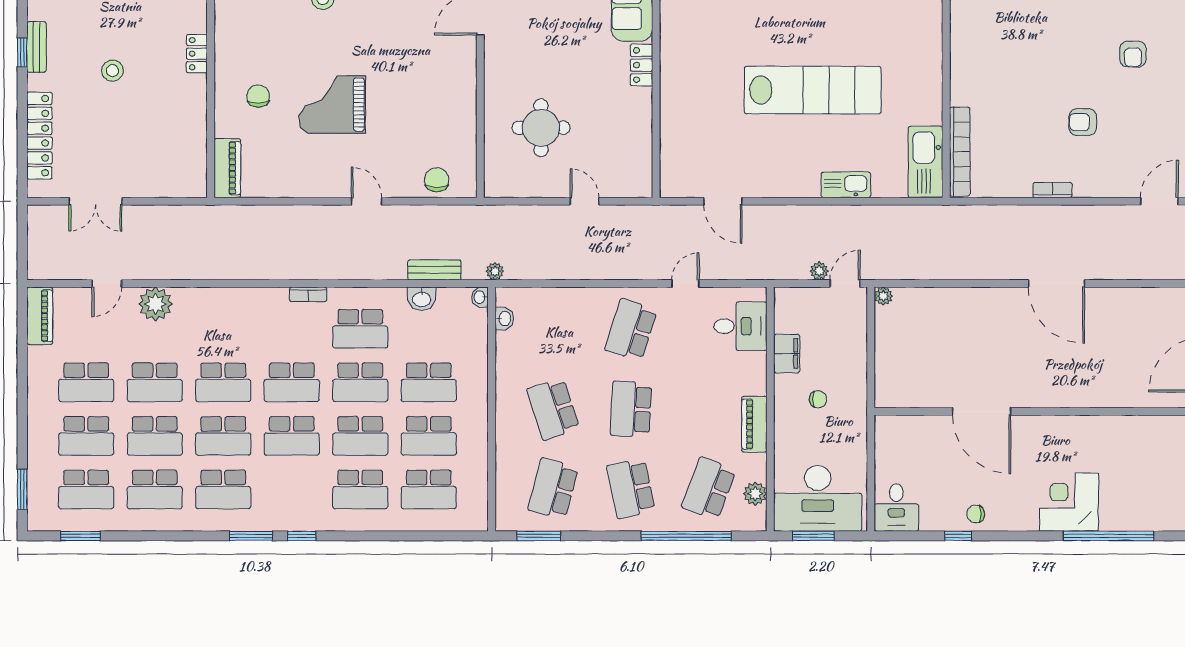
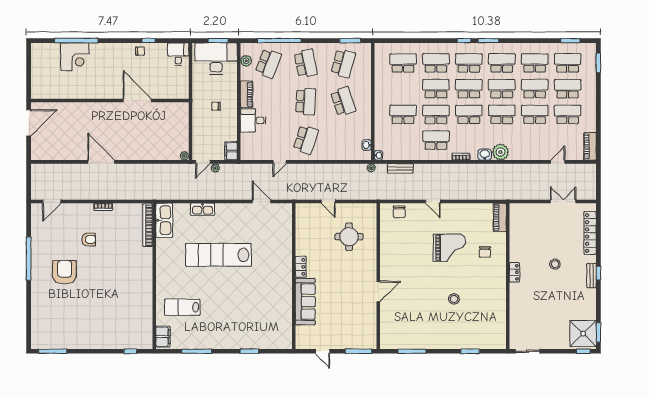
armchair: (1133, 54) -> (64, 272), width x1.88, depth x1.88
washbasin: (422, 299) -> (485, 155), moved
plant: (155, 304) -> (500, 152), moved
desk: (740, 326) -> (253, 120), moved
filing cabinet: (787, 353) -> (231, 151), moved
school desk: (429, 436) -> (469, 63), moved
corner desk: (1069, 502) -> (75, 57), moved

